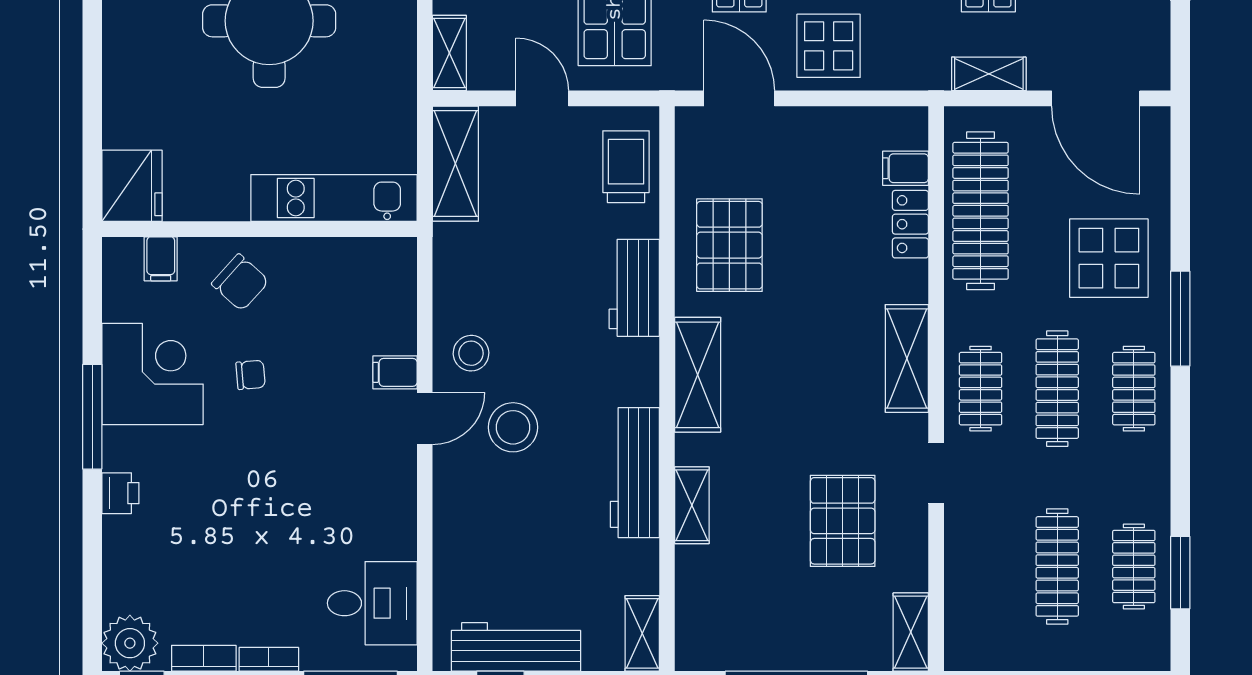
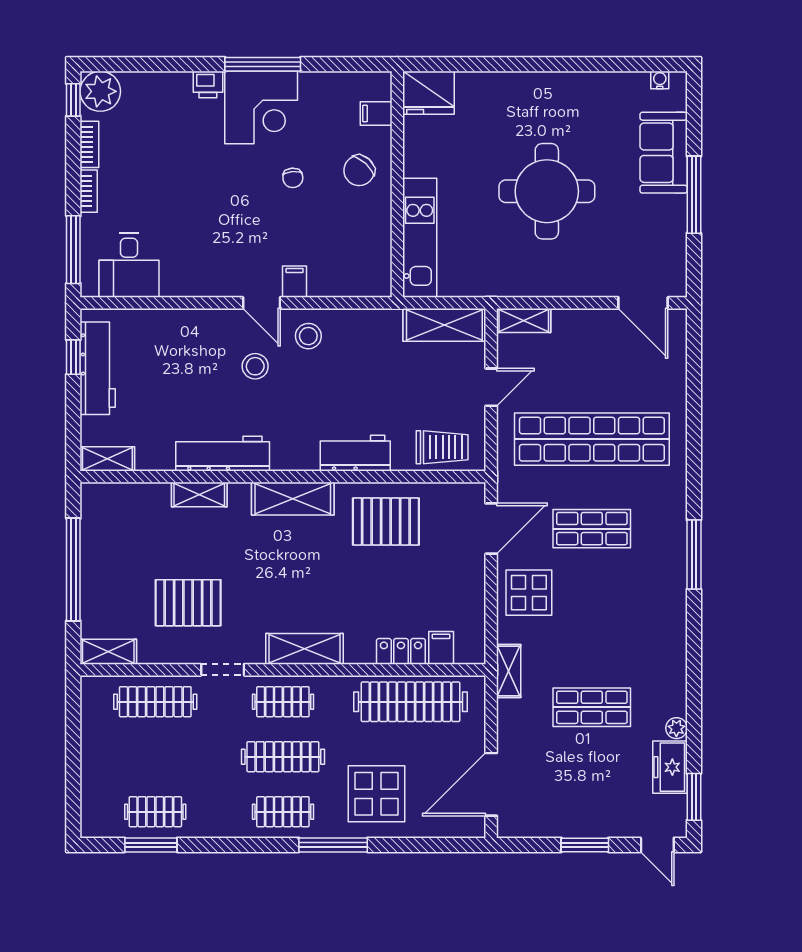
shelving: (989, 74) -> (509, 671), moved
corner desk: (153, 374) -> (261, 108), moved
stool: (513, 427) -> (255, 366), width x0.73, depth x0.73
clothes rail: (1057, 566) -> (155, 702), moved

